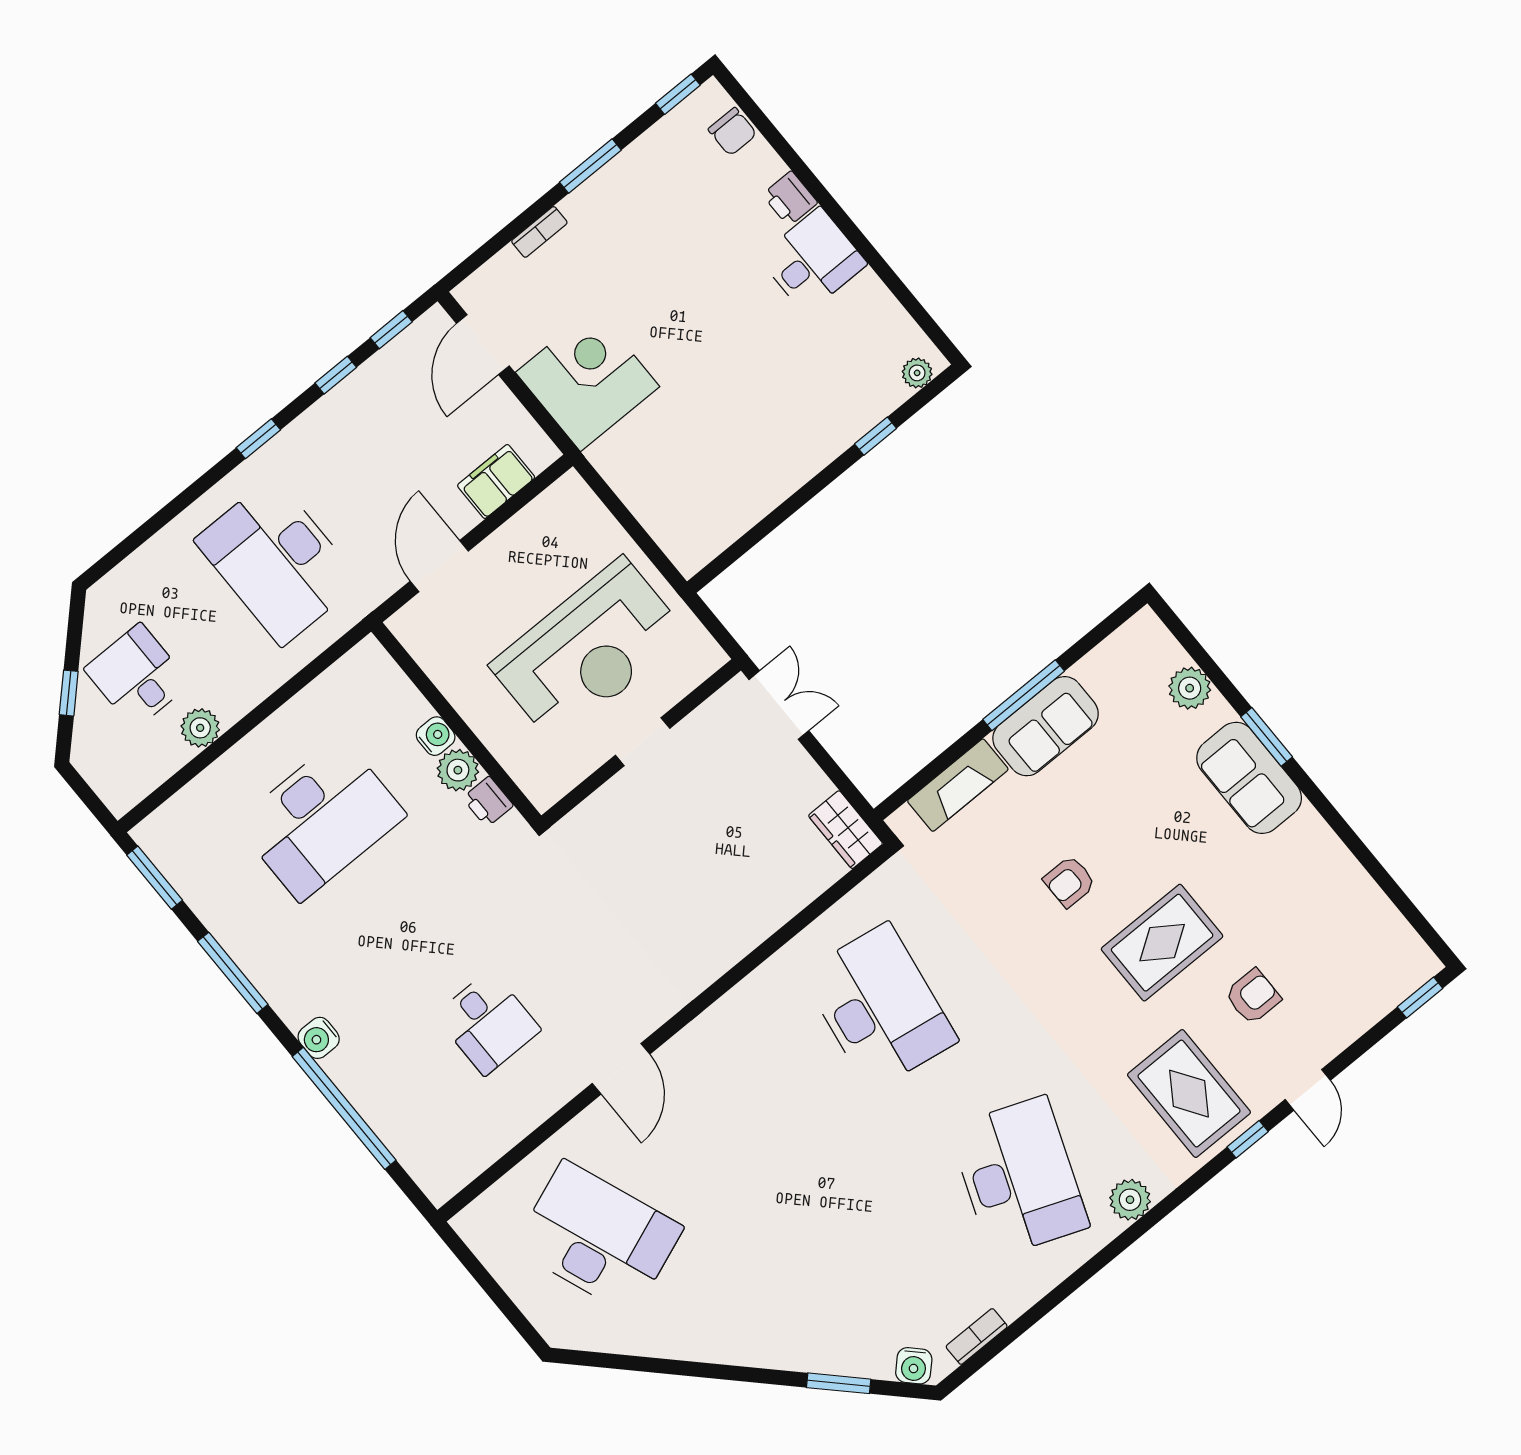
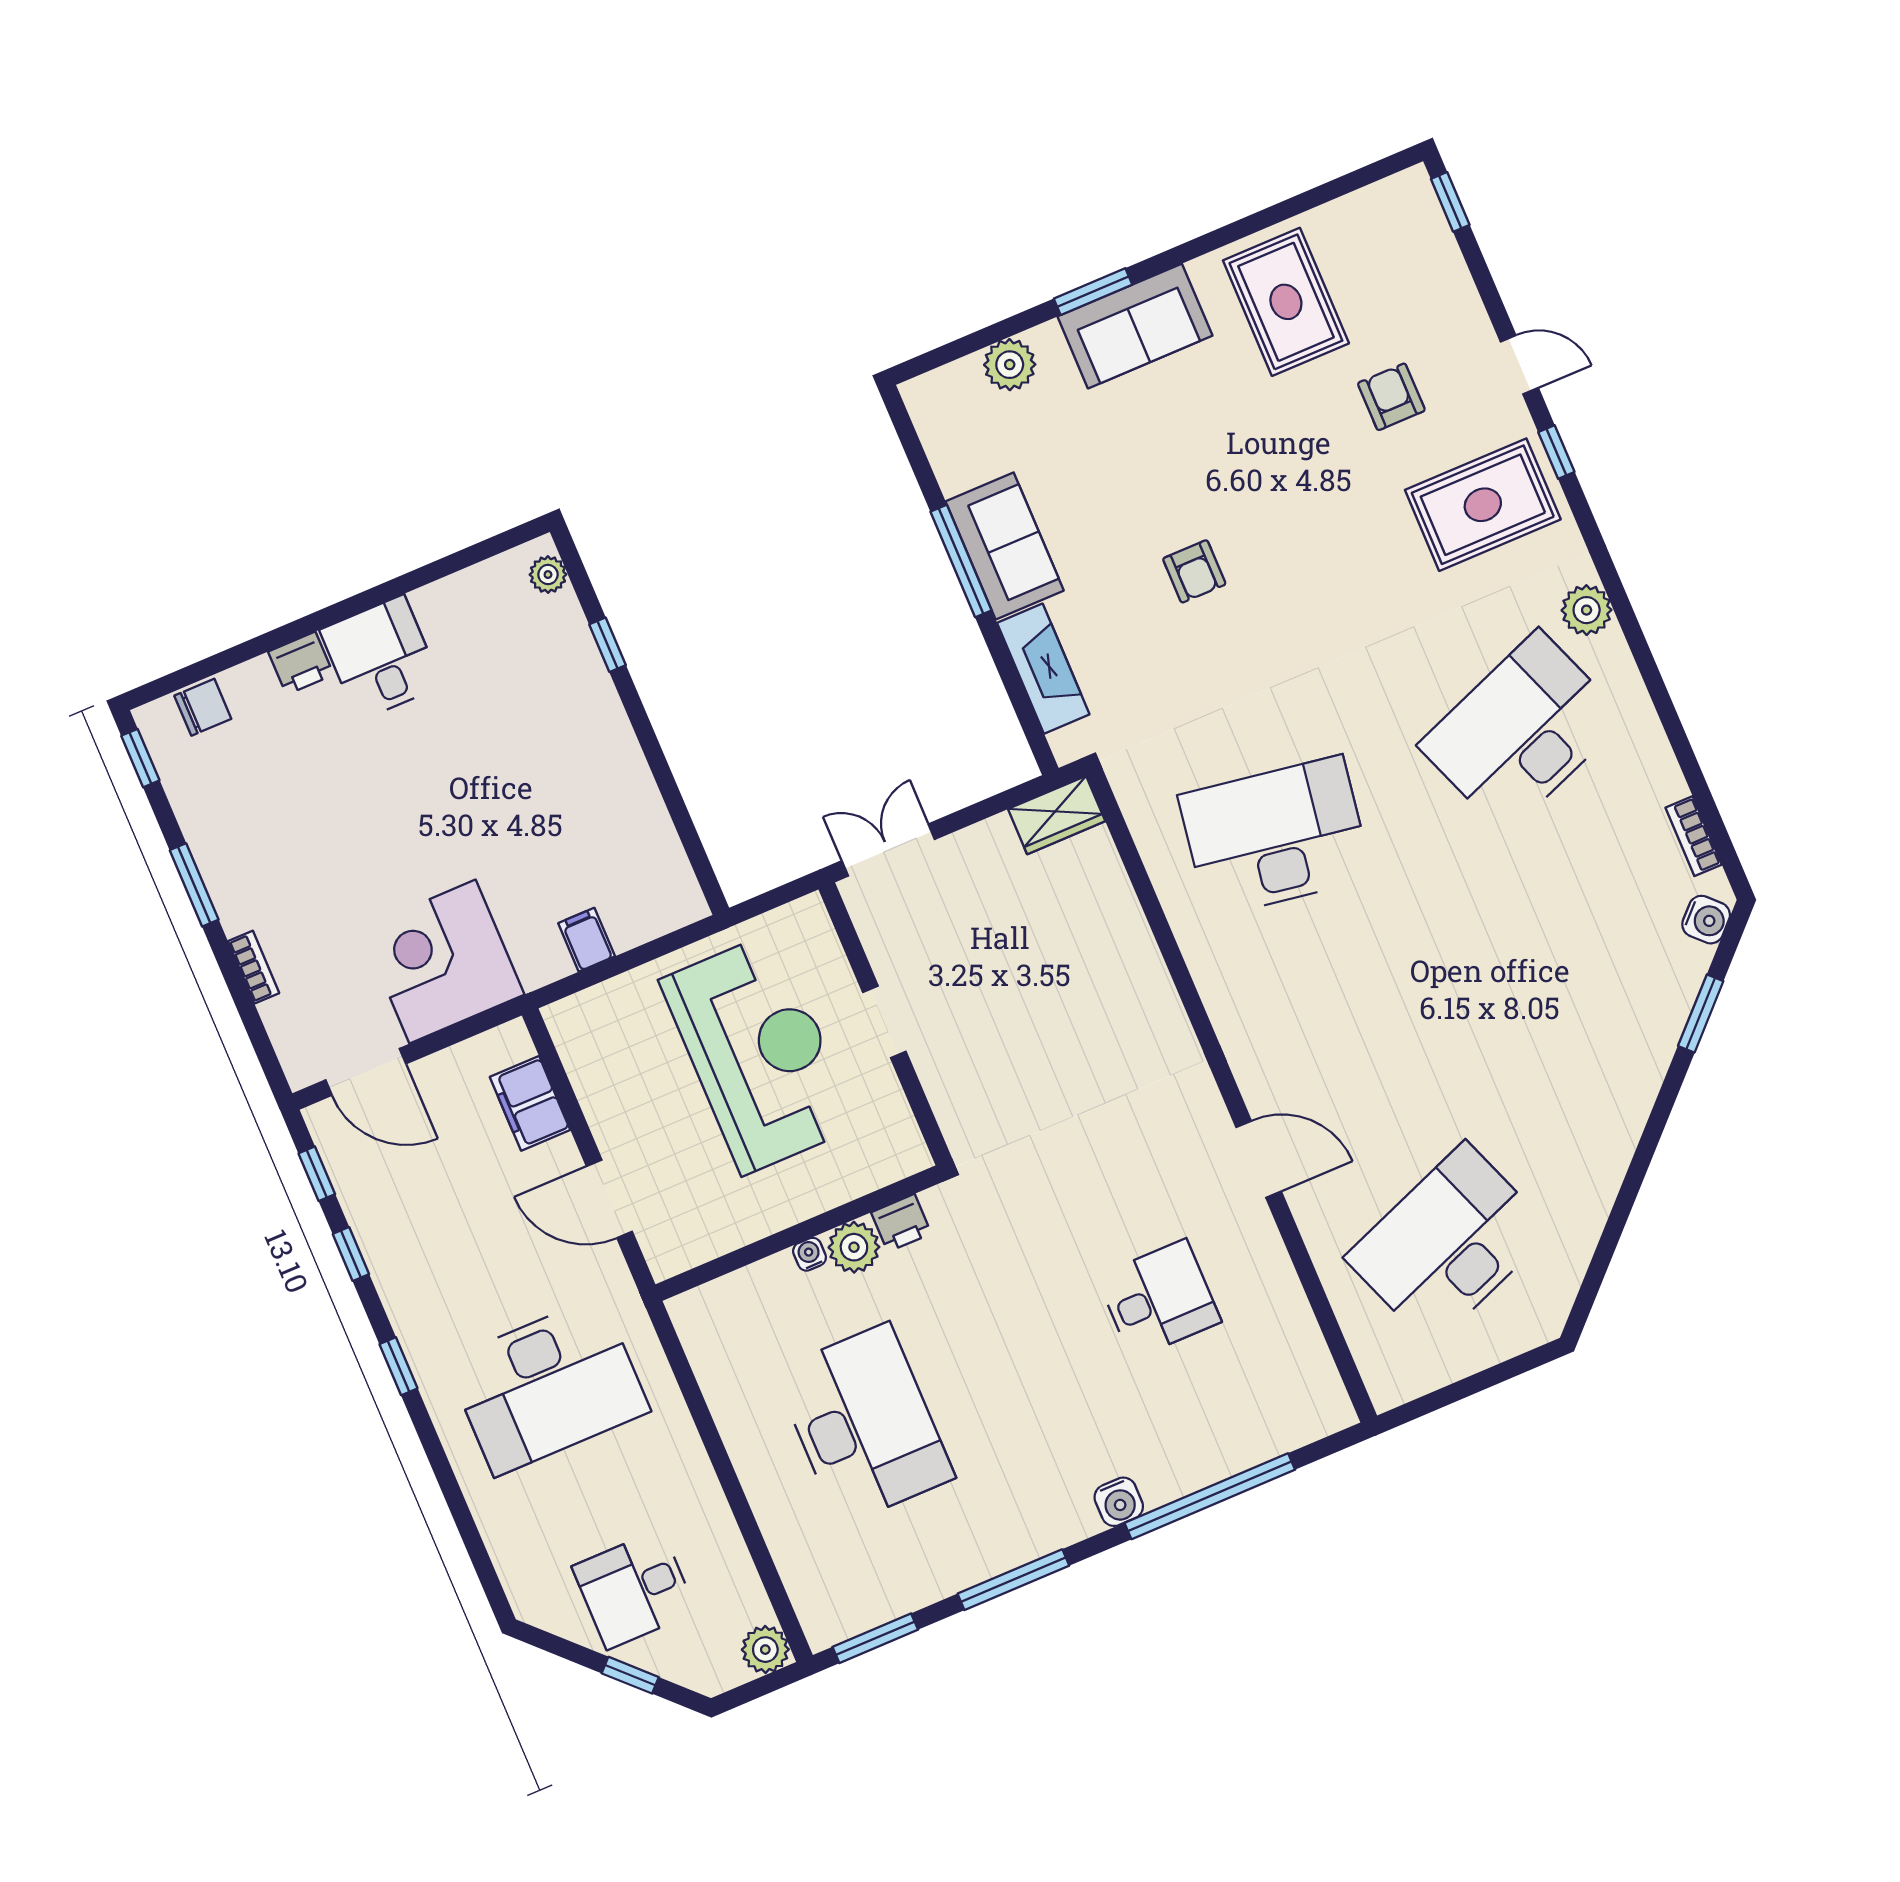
filing cabinet: (638, 488) -> (587, 940), added
plant: (200, 728) -> (765, 1650), moved
water cooler: (436, 736) -> (810, 1254), width x0.72, depth x0.72
rug: (1162, 943) -> (1286, 302), moved
desk: (1019, 1177) -> (1522, 732), turned -42

